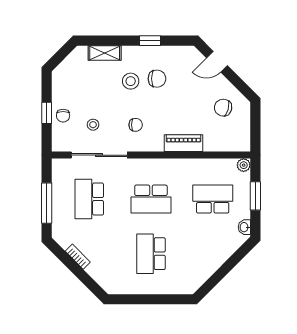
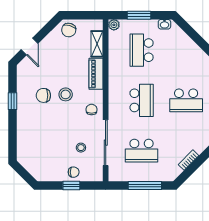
shelving: (105, 53) -> (97, 44), moved
chair: (157, 79) -> (43, 95), turned -90
stool: (131, 81) -> (66, 94), moved
chair: (223, 108) -> (69, 30), moved
chair: (136, 125) -> (92, 110), moved

